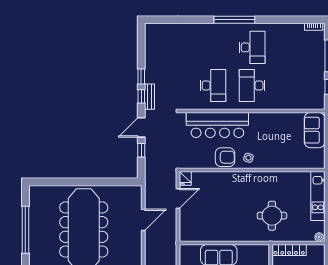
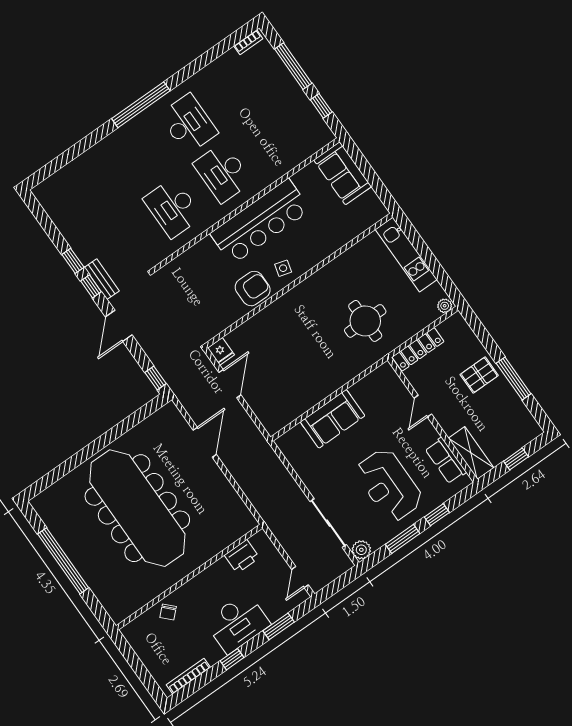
desk: (213, 85) -> (173, 208), turned 180
bar counter: (217, 125) -> (260, 222), moved
window: (141, 150) -> (156, 378), moved

